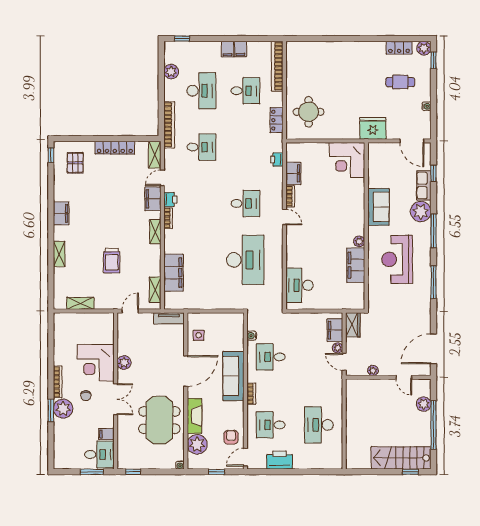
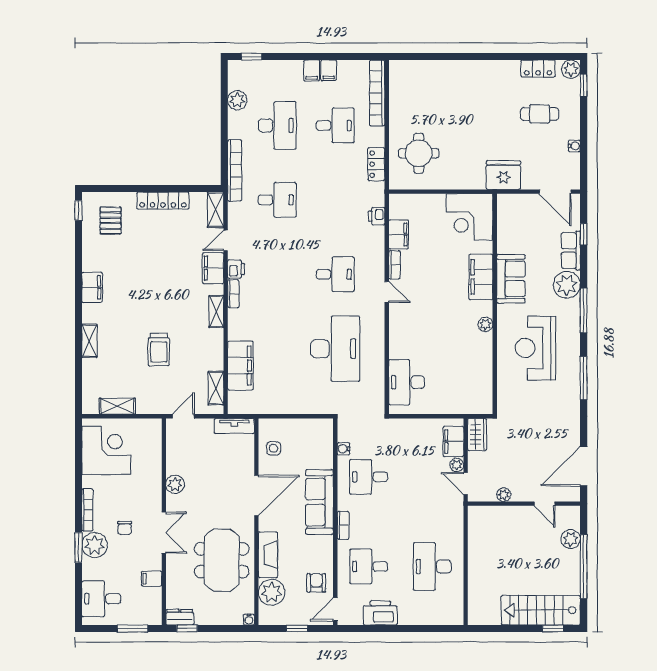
filing cabinet: (356, 265) -> (481, 277), moved
corner desk: (96, 363) -> (106, 450), moved, turned 180
desk: (99, 454) -> (101, 599), moved, turned 180
dresser: (128, 463) -> (180, 617), added

